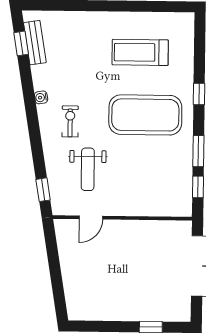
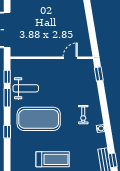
treadmill: (140, 52) -> (53, 159), moved
weight bench: (88, 169) -> (26, 88), moved, turned 90

